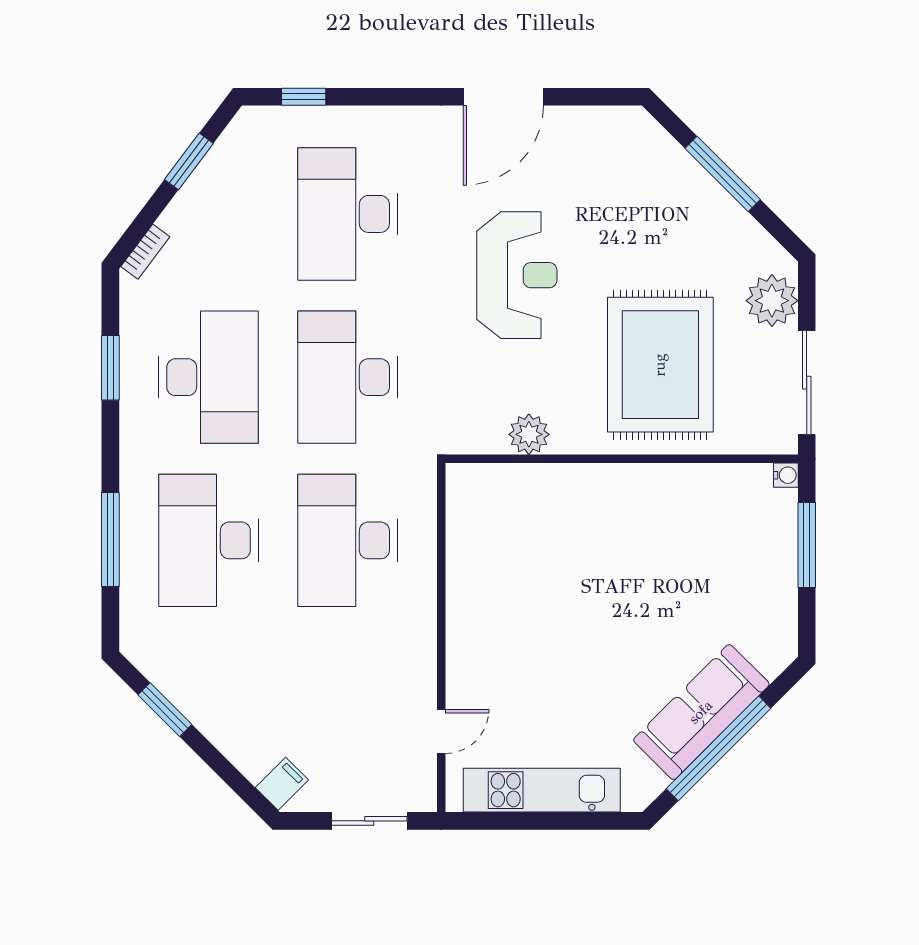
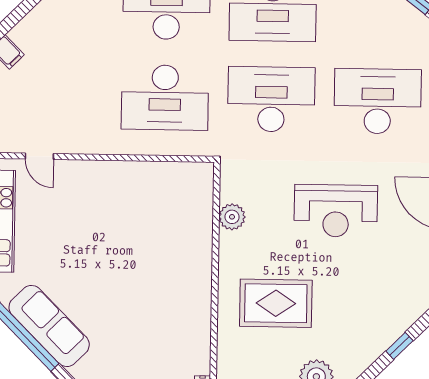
window: (723, 174) -> (399, 346), width x0.46
rug: (660, 365) -> (276, 303), width x0.73, depth x0.69
desk: (348, 540) -> (165, 97), turned 180

